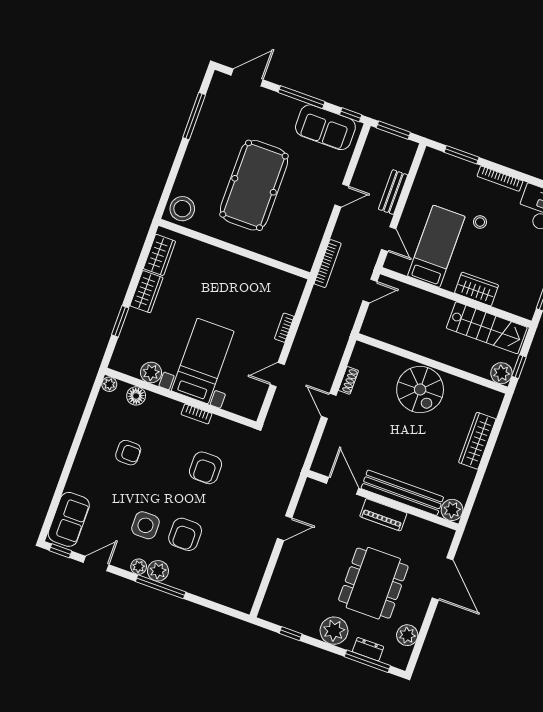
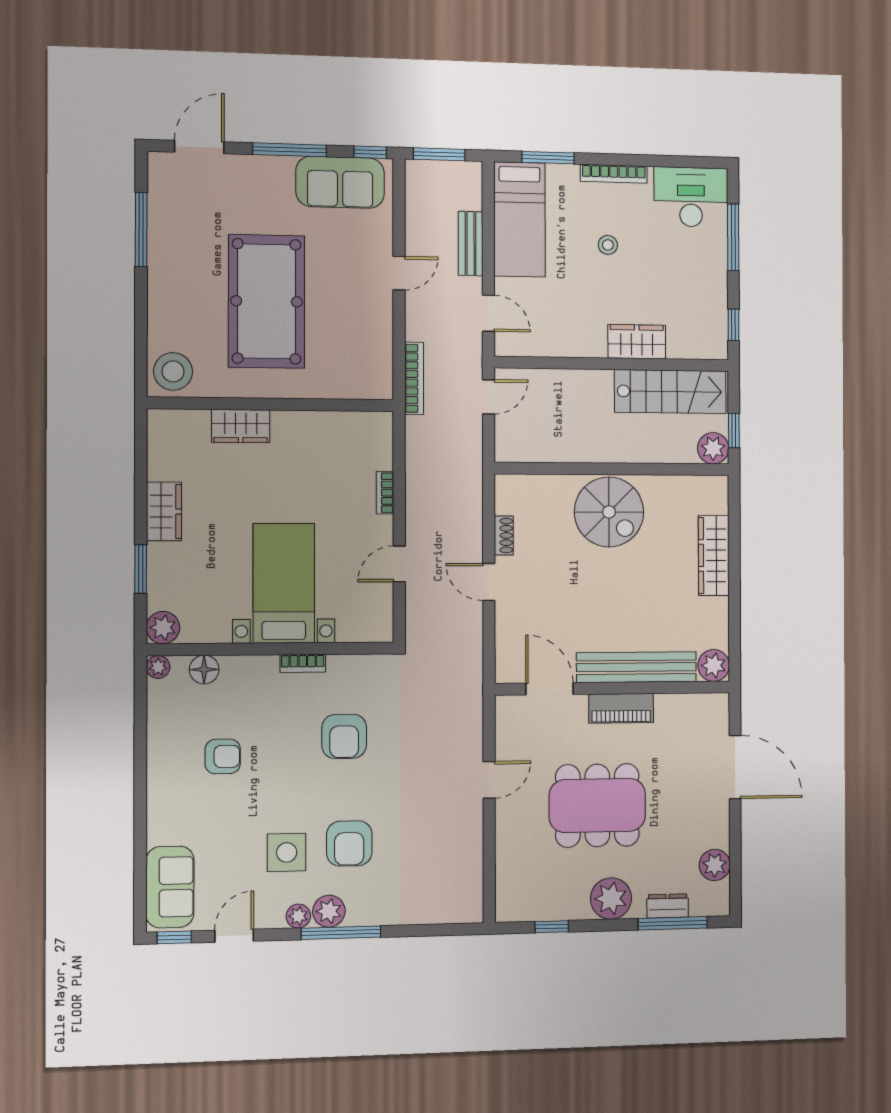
bed: (436, 246) -> (519, 219), moved, turned 180
wardrobe: (159, 255) -> (241, 426), moved, turned 90
plant: (151, 372) -> (163, 628), moved
dining table: (373, 583) -> (597, 805), moved, turned 90

